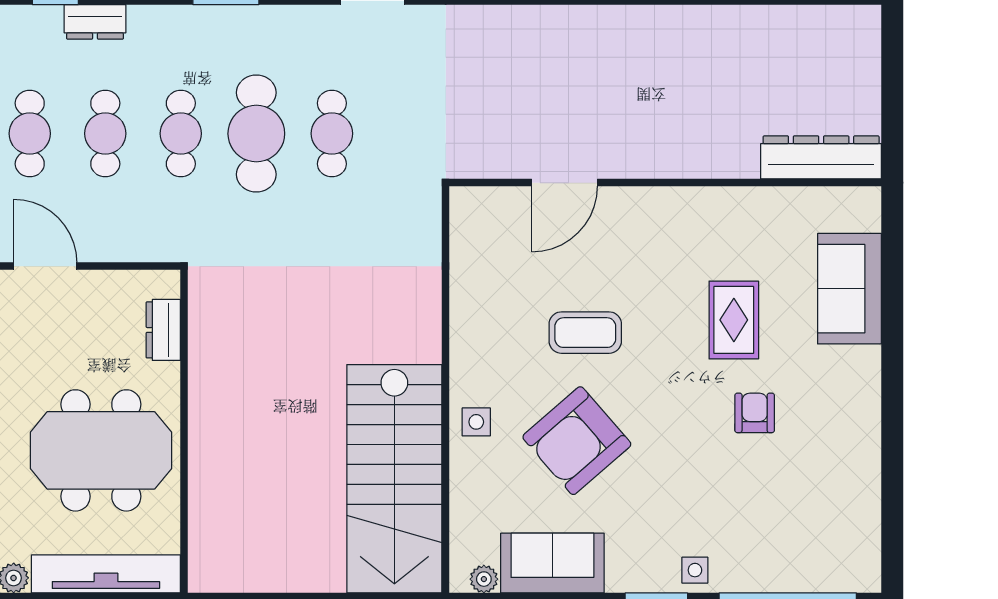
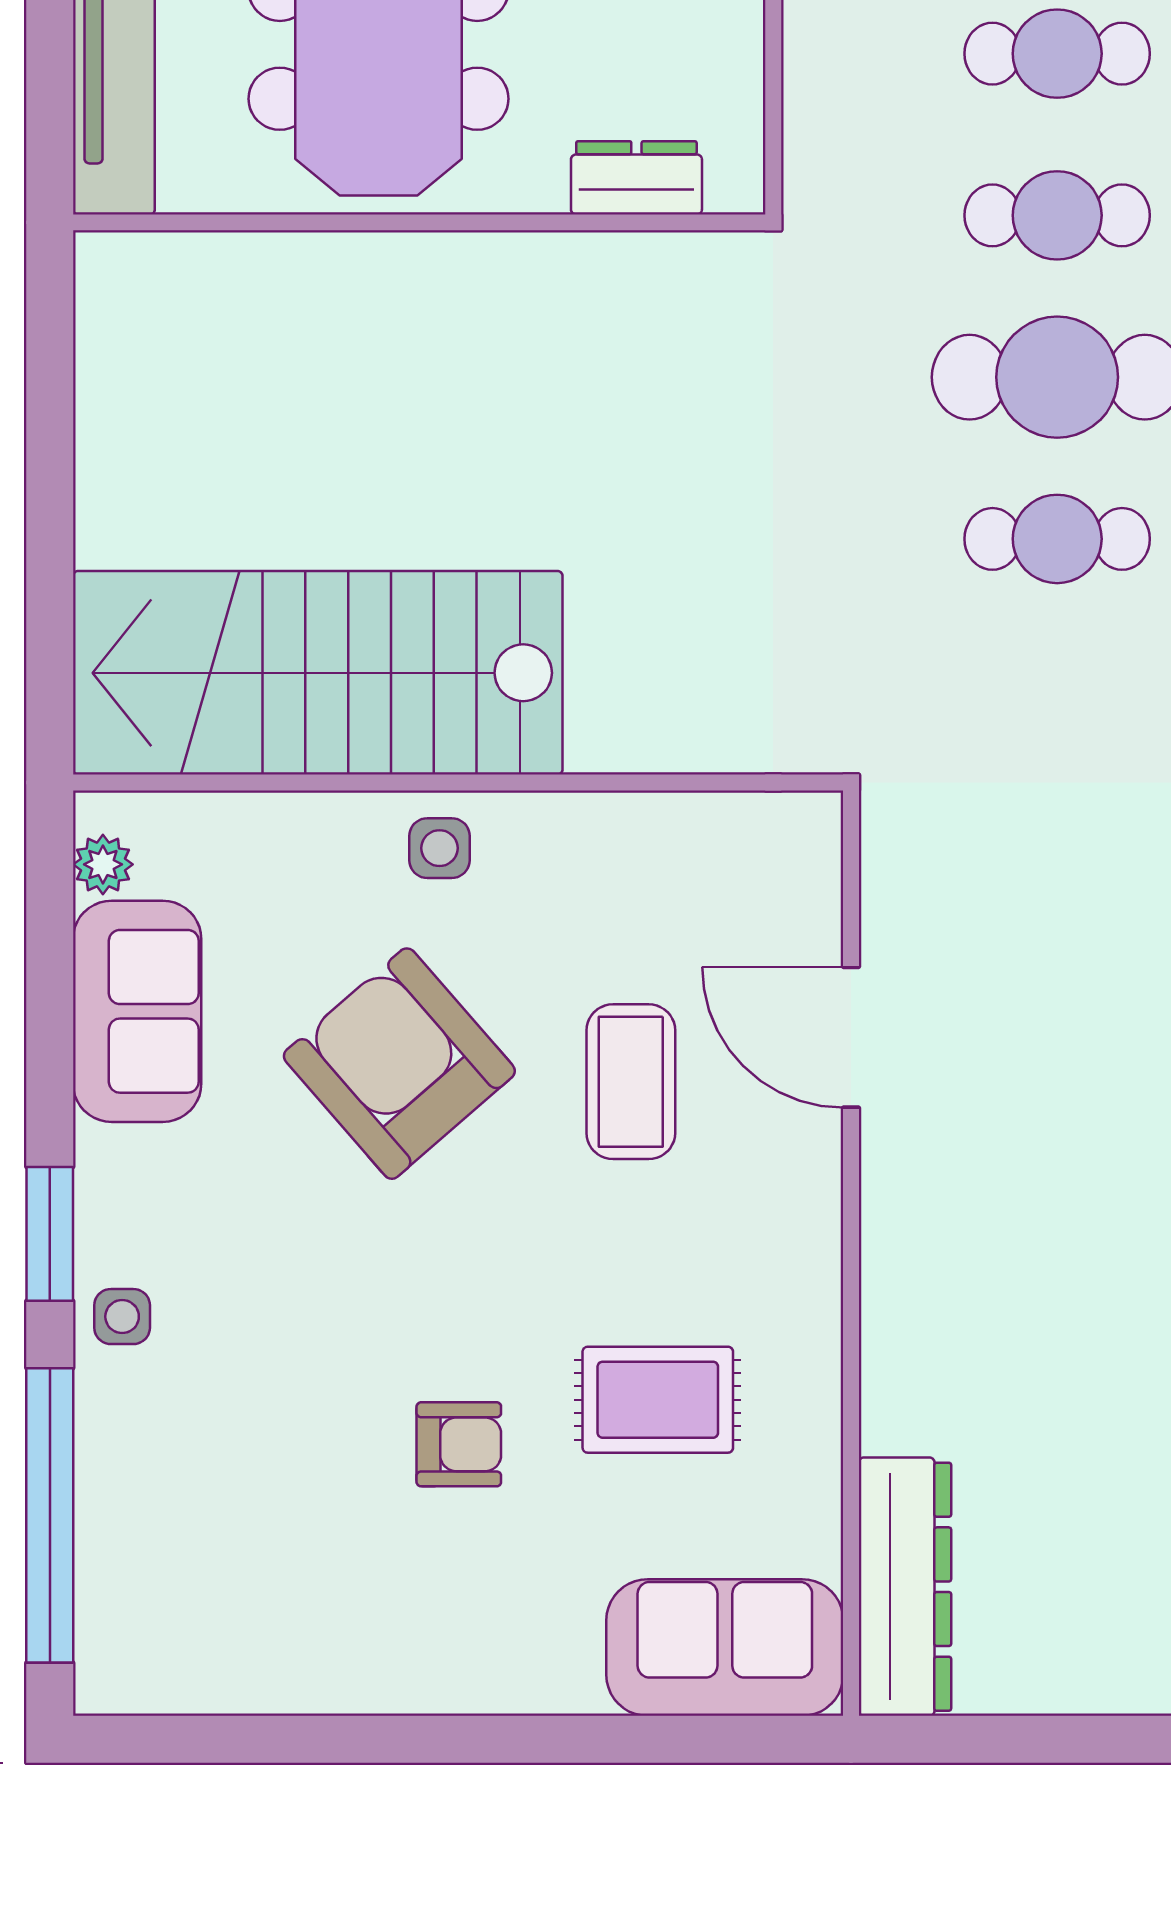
dresser: (821, 157) -> (905, 1587), moved
door: (565, 183) -> (851, 1037), moved
wall: (665, 183) -> (851, 1253), moved

